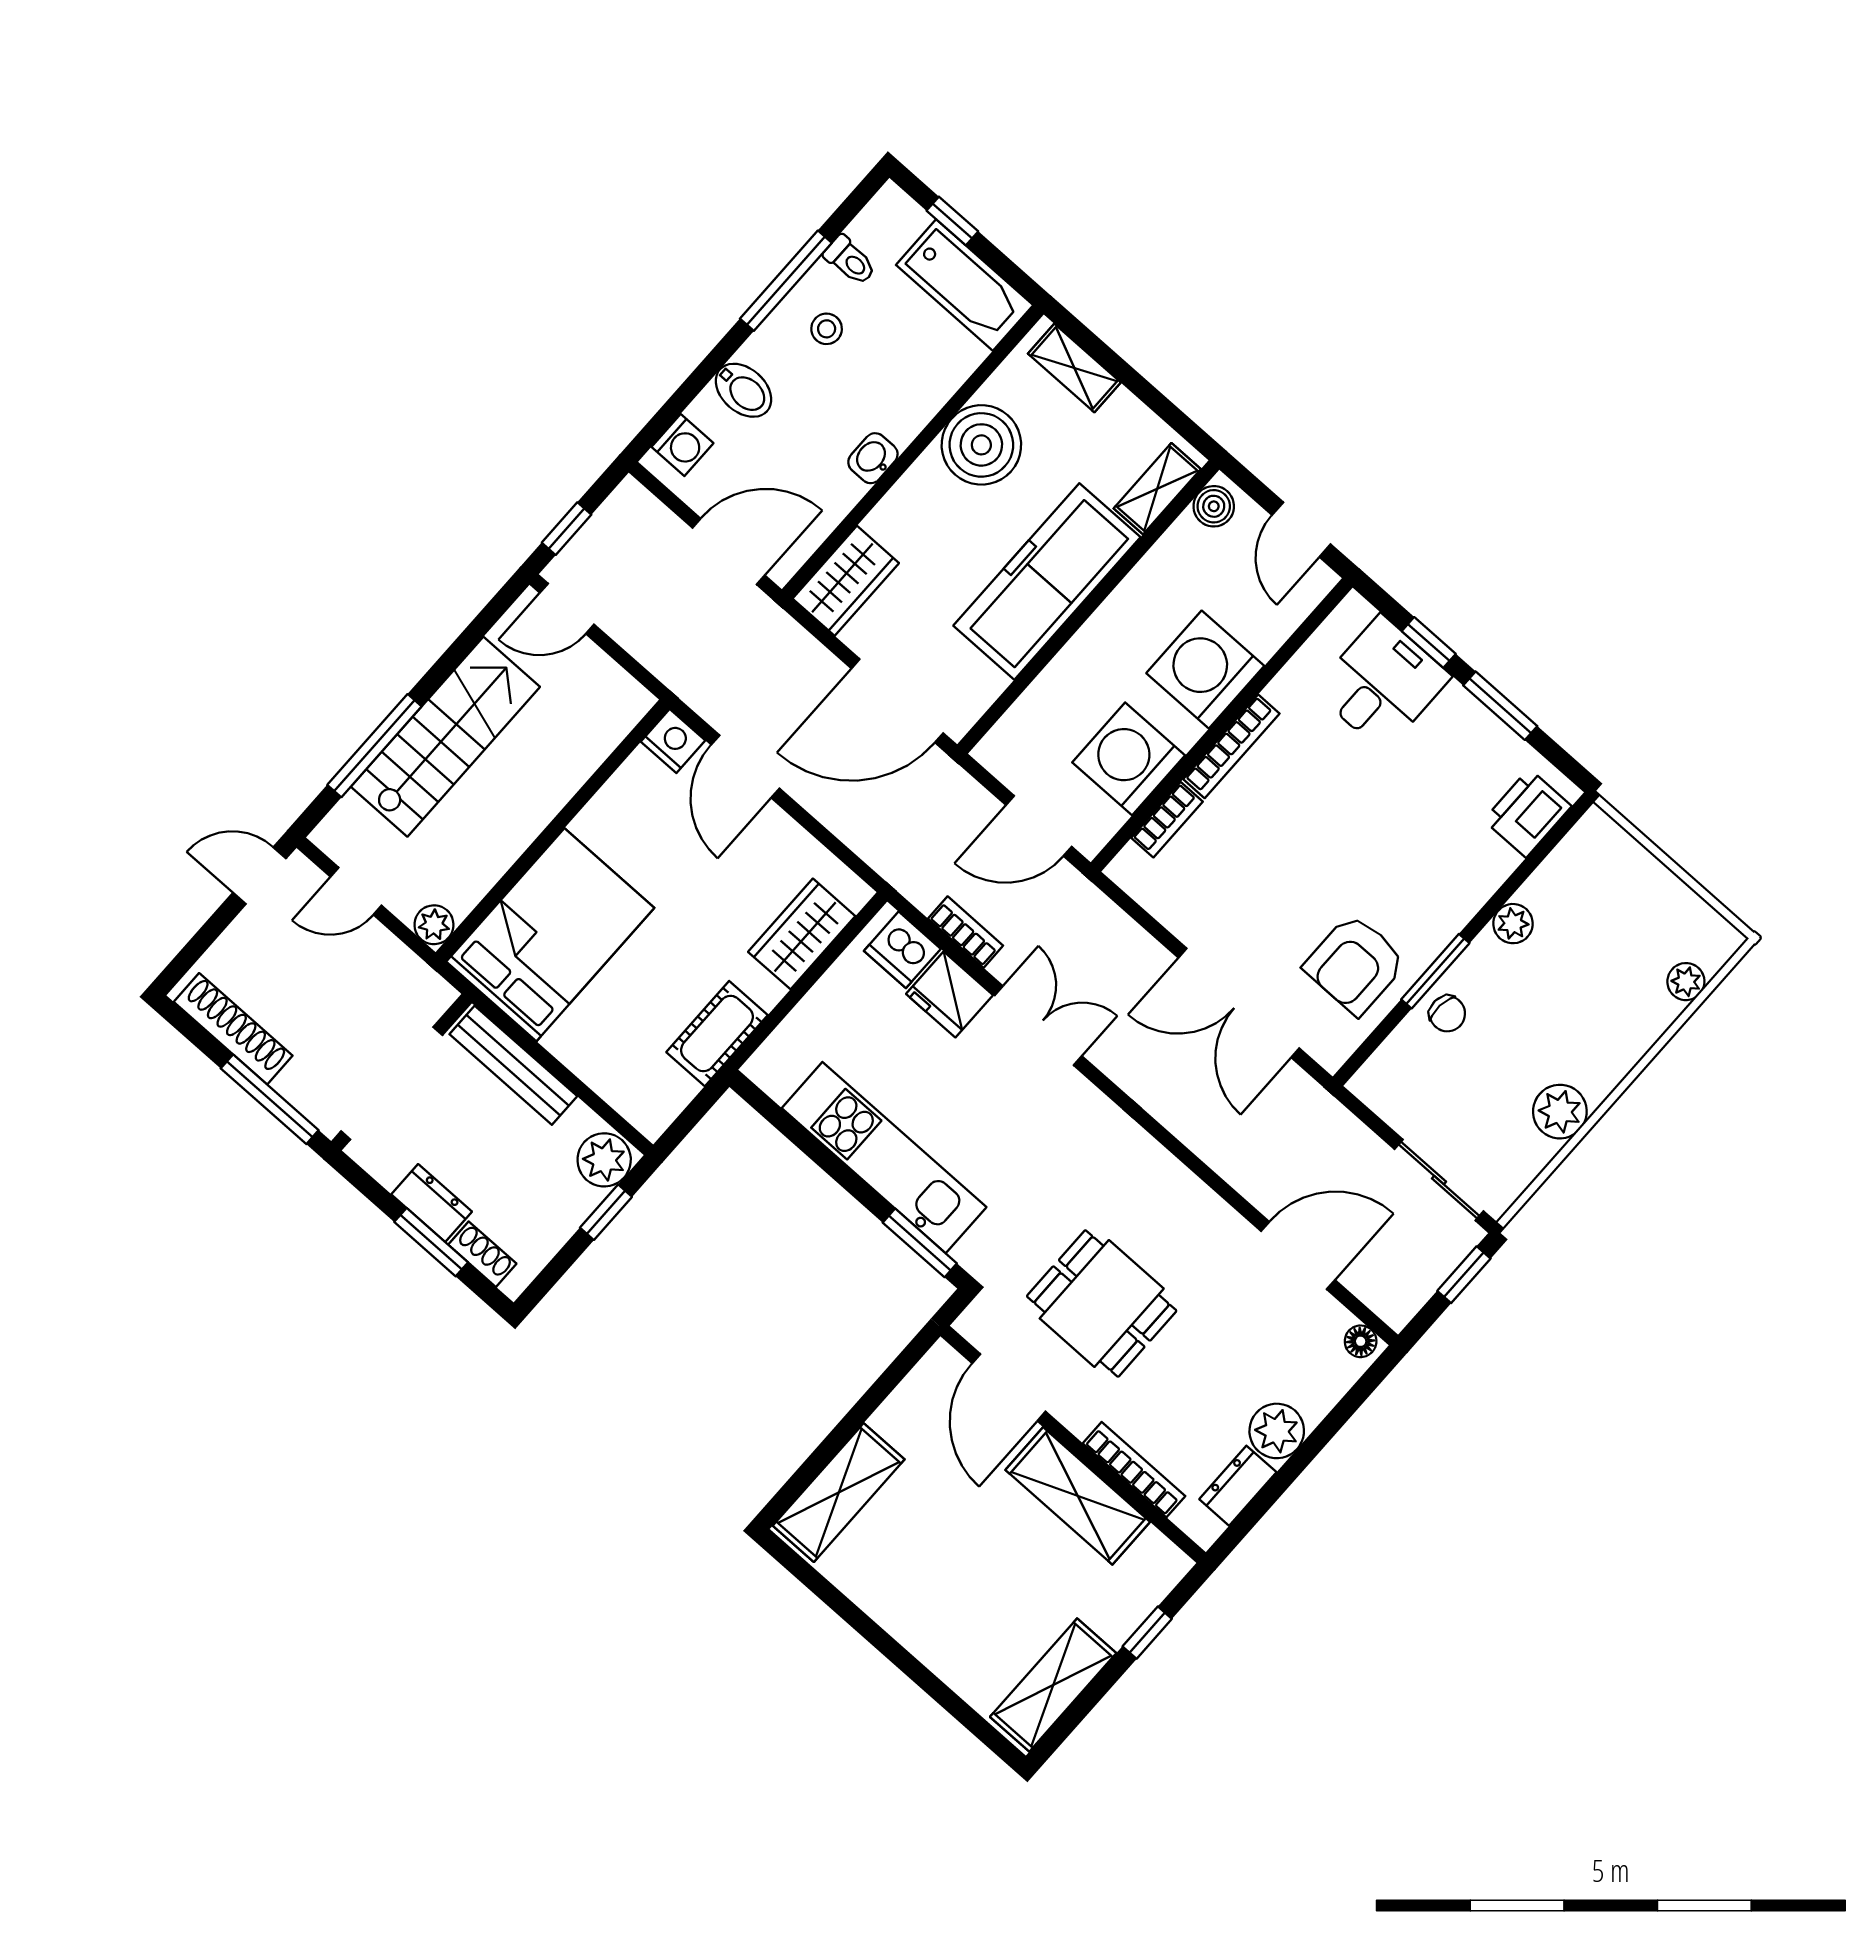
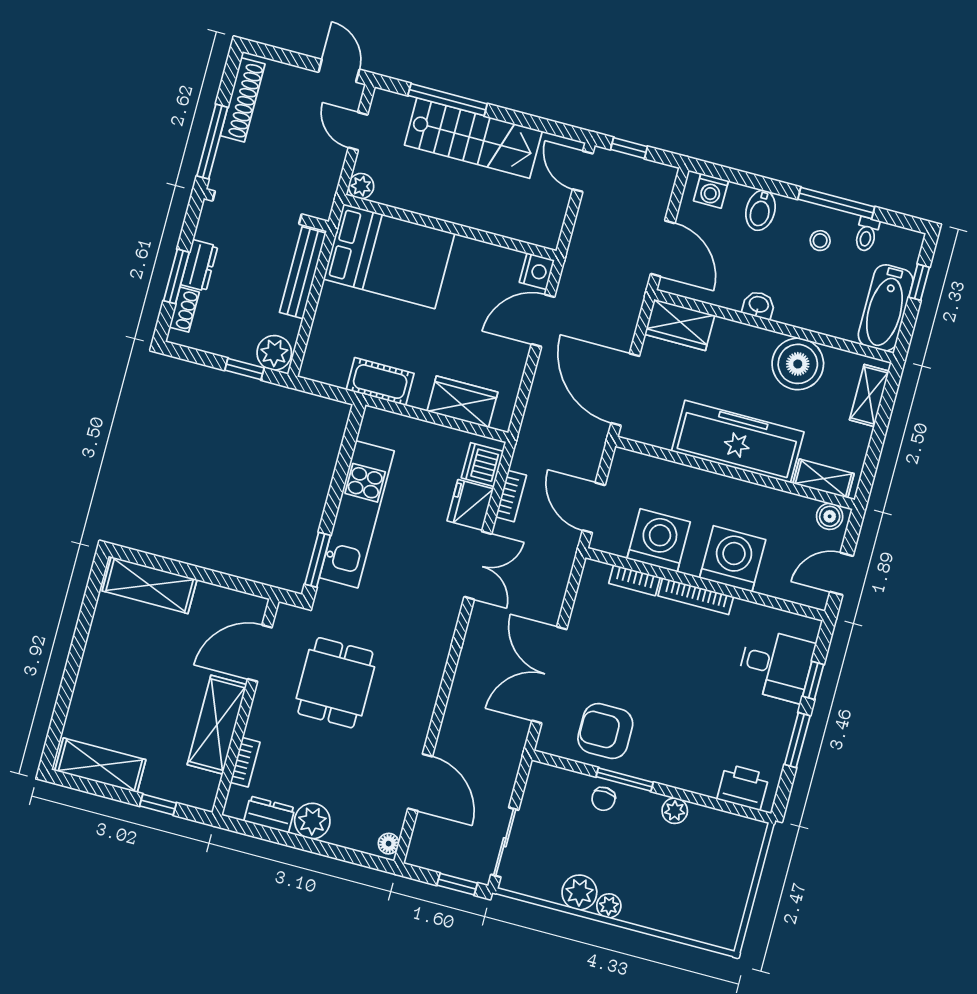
plant: (1686, 982) -> (609, 906), moved
bookcase: (1134, 1470) -> (245, 762), width x0.64

